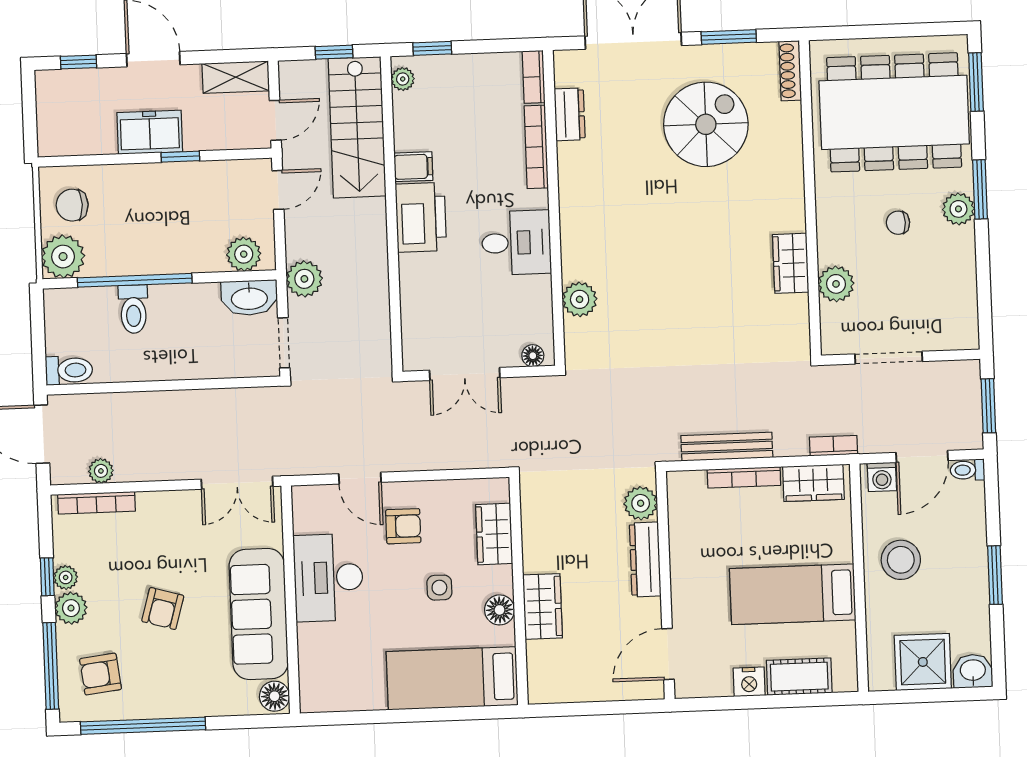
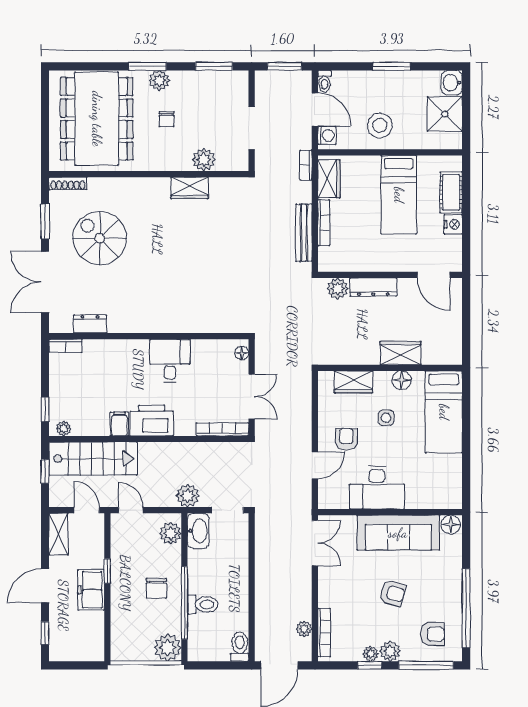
window: (976, 82) -> (214, 66), moved
bookcase: (536, 147) -> (222, 429), moved, turned 180
chair: (72, 205) -> (156, 588), moved
plant: (580, 299) -> (207, 322), removed
armchair: (101, 674) -> (432, 634), turned -83

